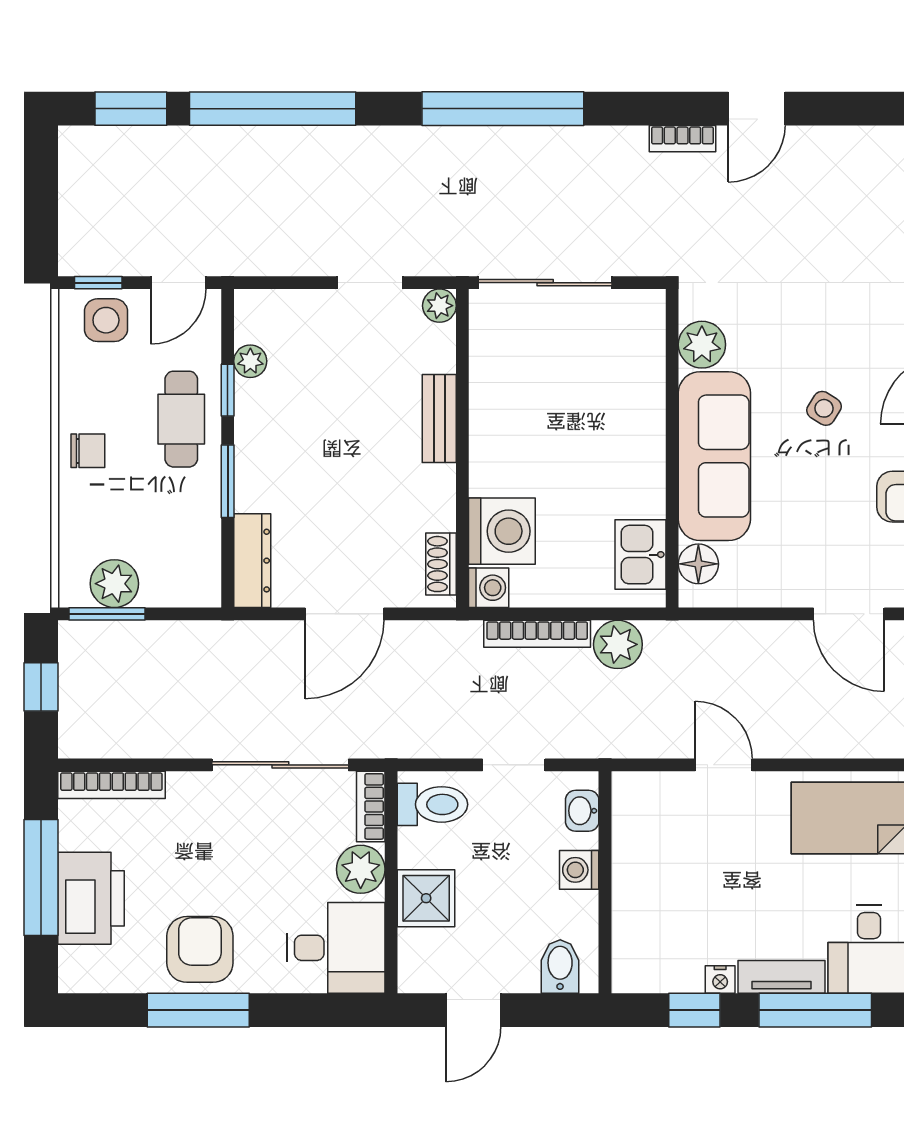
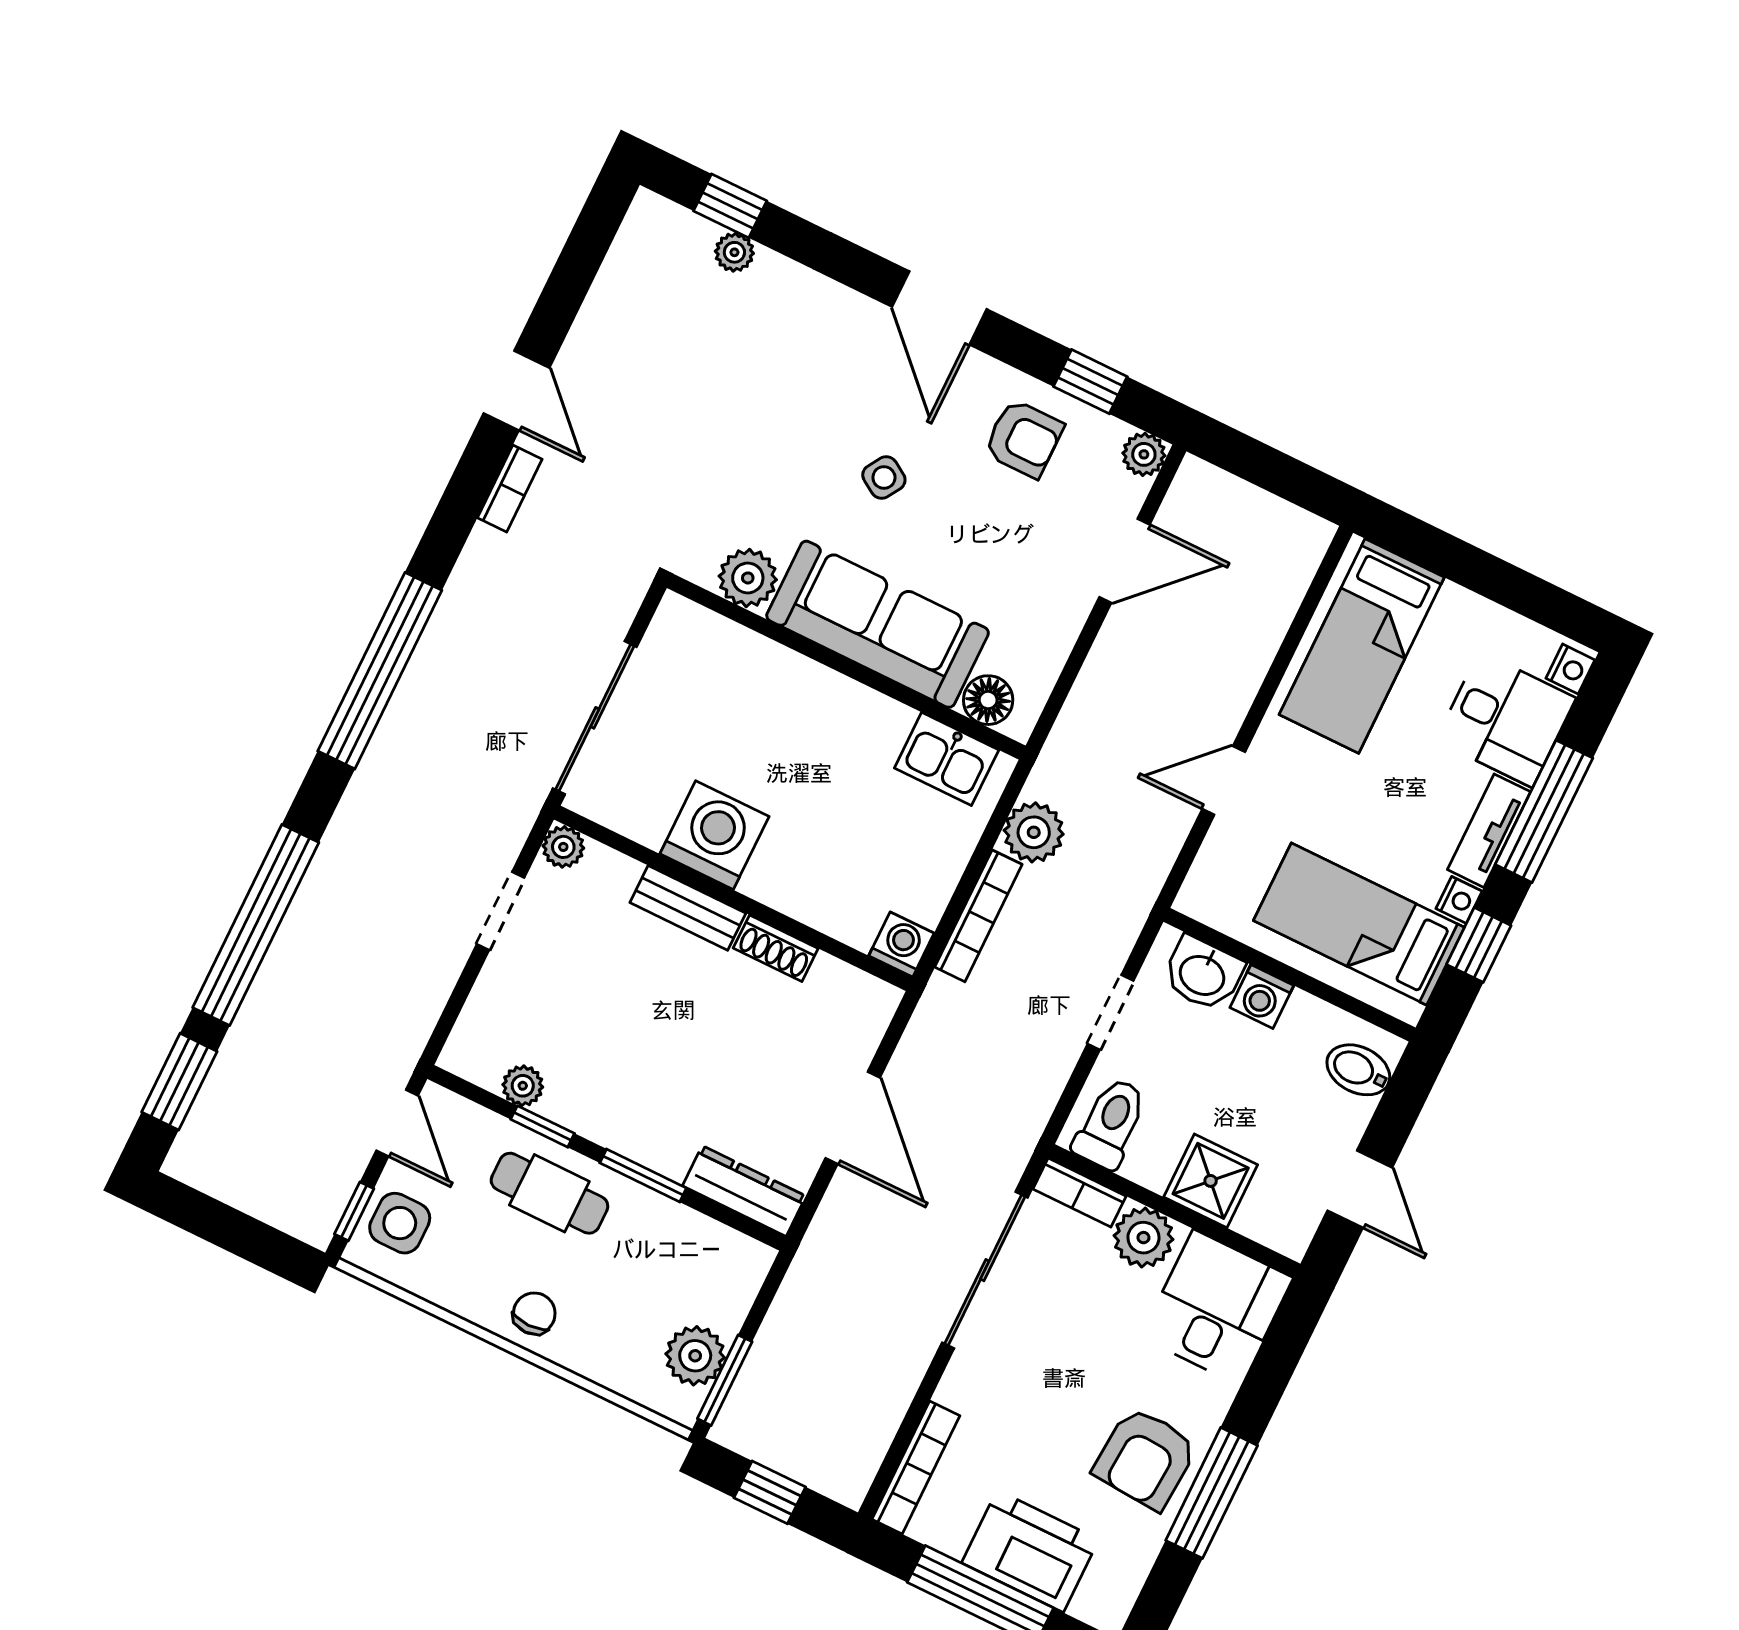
washing machine: (502, 531) -> (714, 835), moved
shoe rack: (441, 564) -> (776, 948), moved
washbasin: (582, 811) -> (1203, 974), width x1.38, depth x1.45
bed: (667, 915) -> (1359, 924), added
armchair: (200, 949) -> (1145, 1458), turned -86

